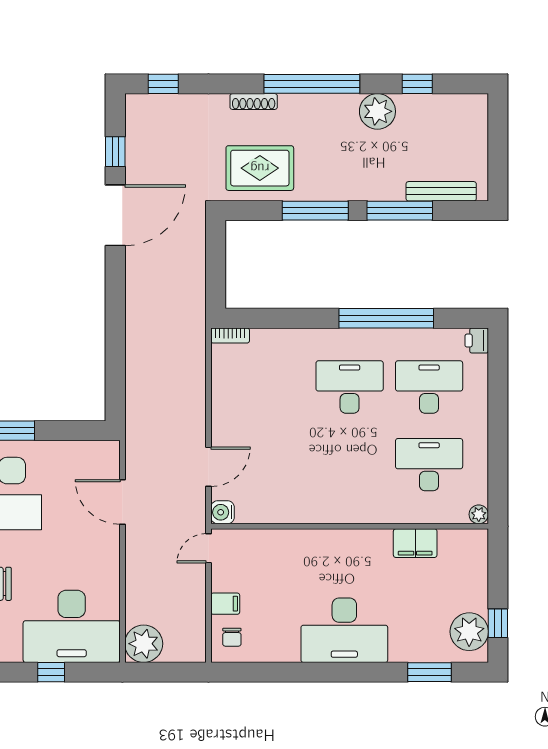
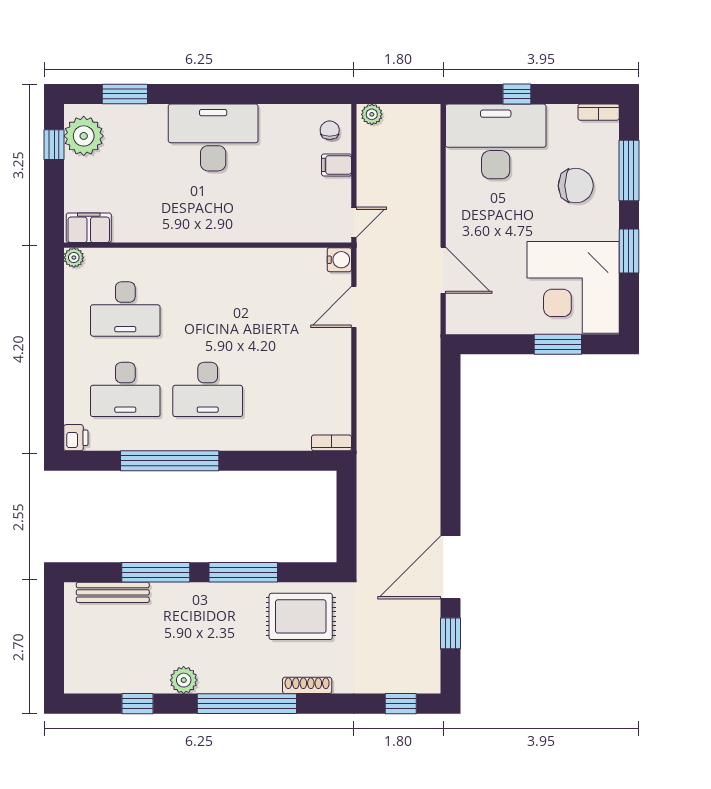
plant: (377, 111) -> (184, 680), width x0.73, depth x0.73
filing cabinet: (415, 543) -> (89, 228), moved
plant: (144, 644) -> (372, 114), moved, width x0.53, depth x0.53

